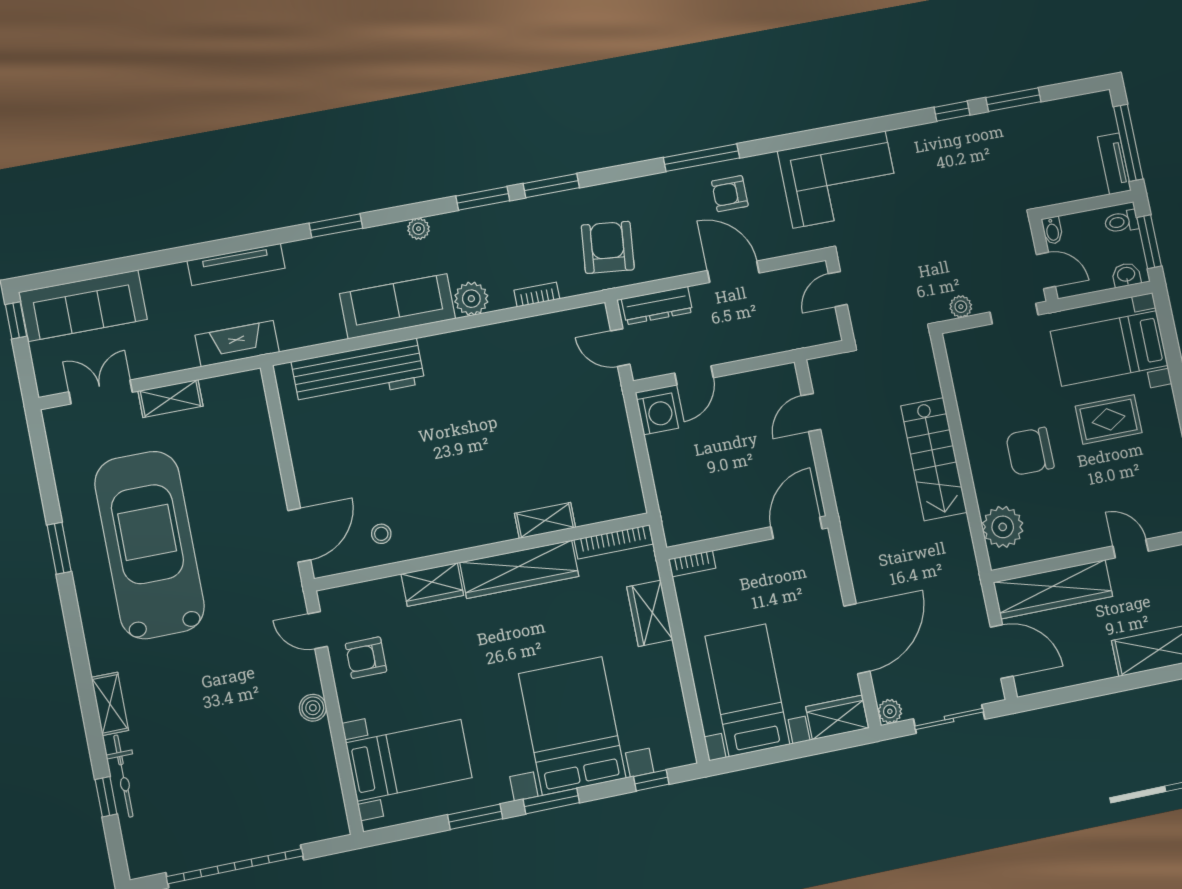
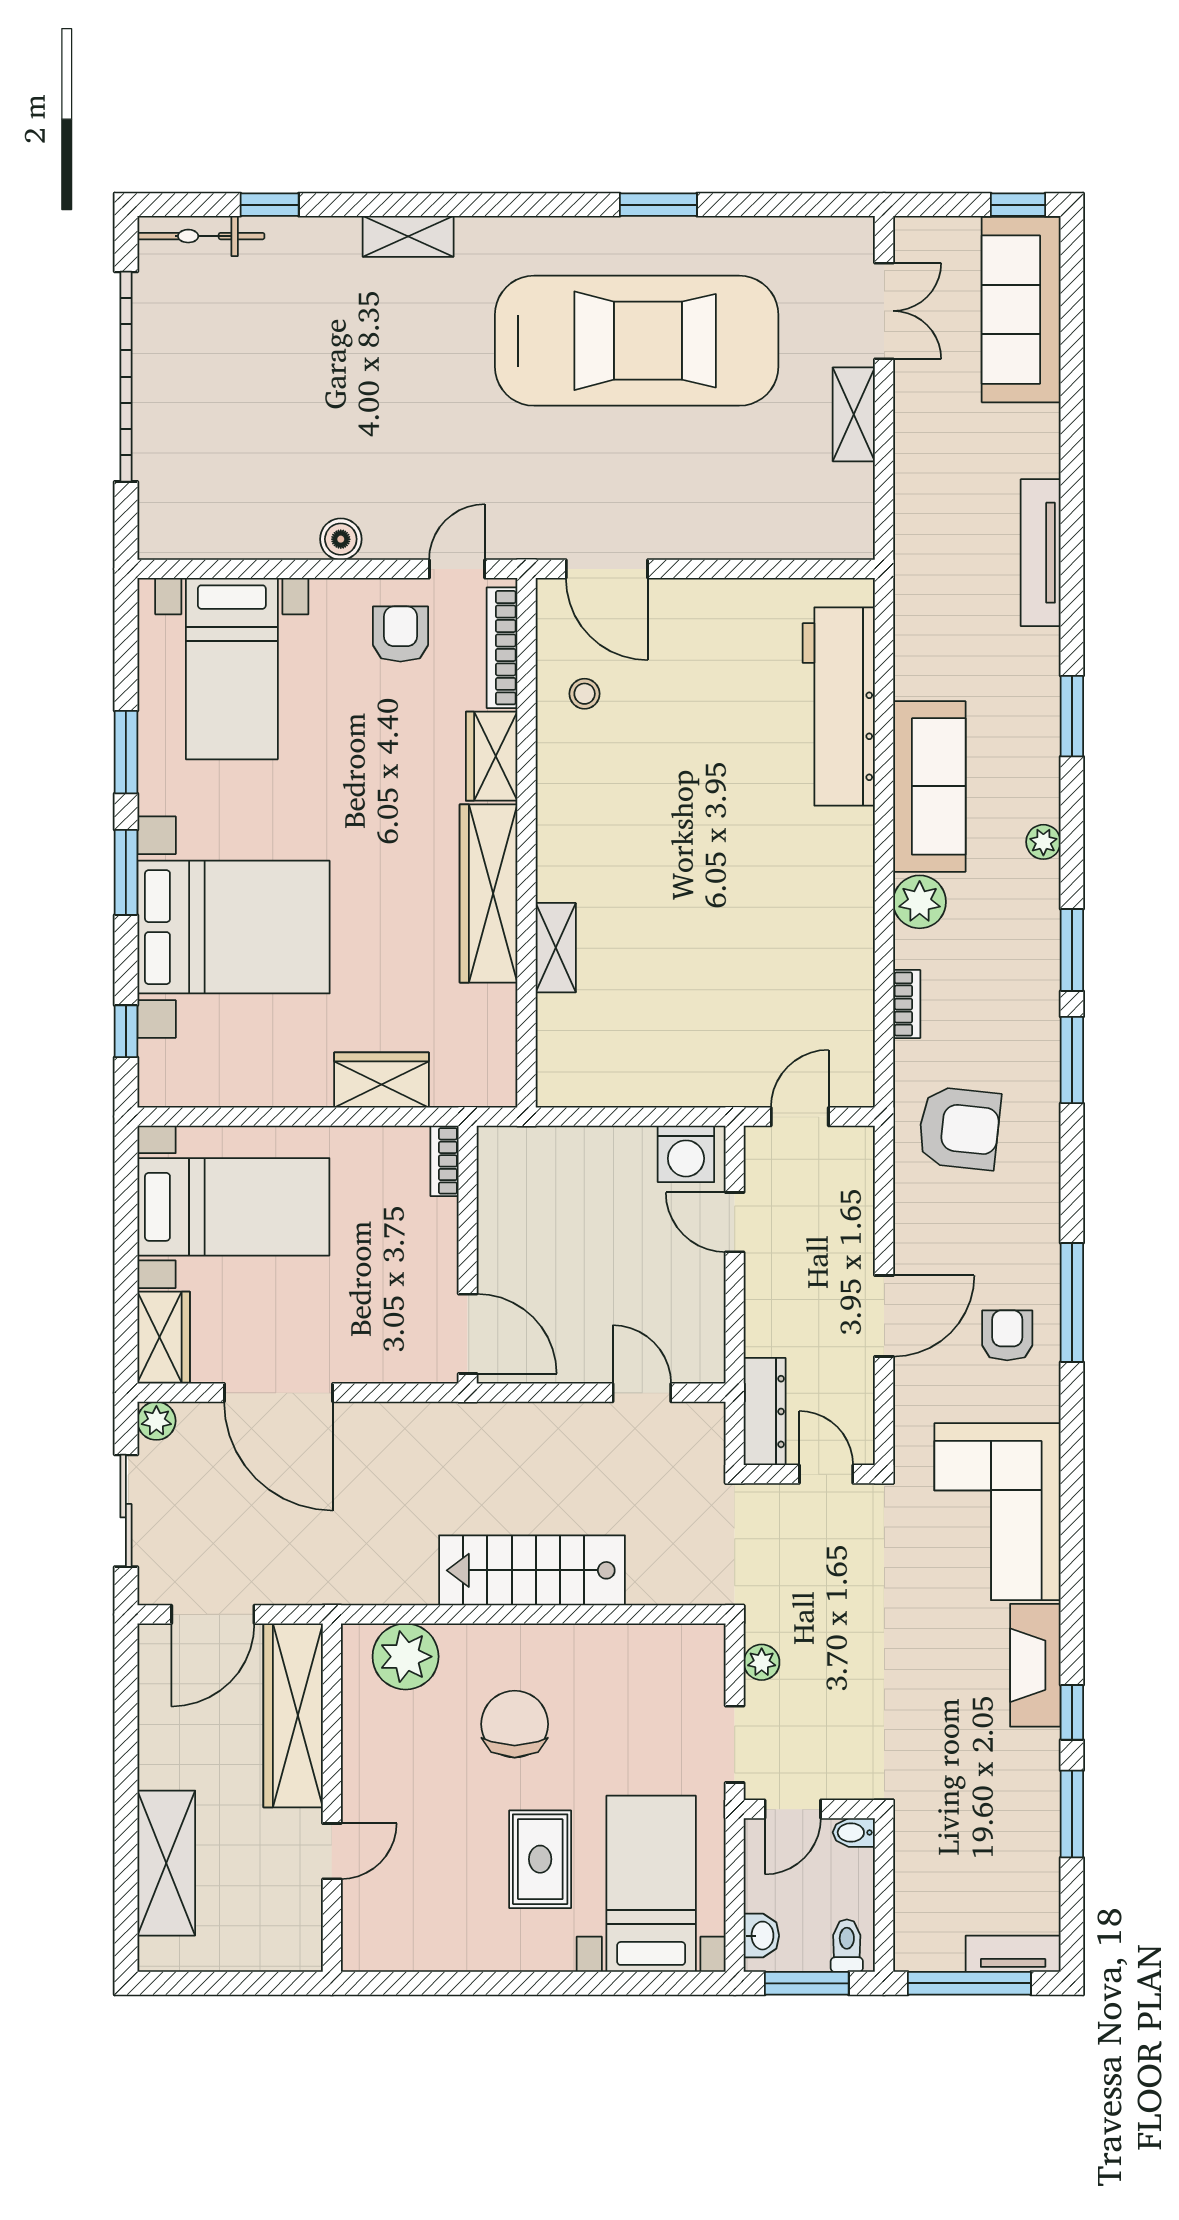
tv unit: (1114, 164) -> (1013, 1954), moved
dresser: (657, 306) -> (765, 1412), moved, turned 180
fireplace: (237, 344) -> (1035, 1665), moved, turned 180
bookcase: (614, 542) -> (502, 648), moved
bicycle: (123, 776) -> (201, 236), moved

